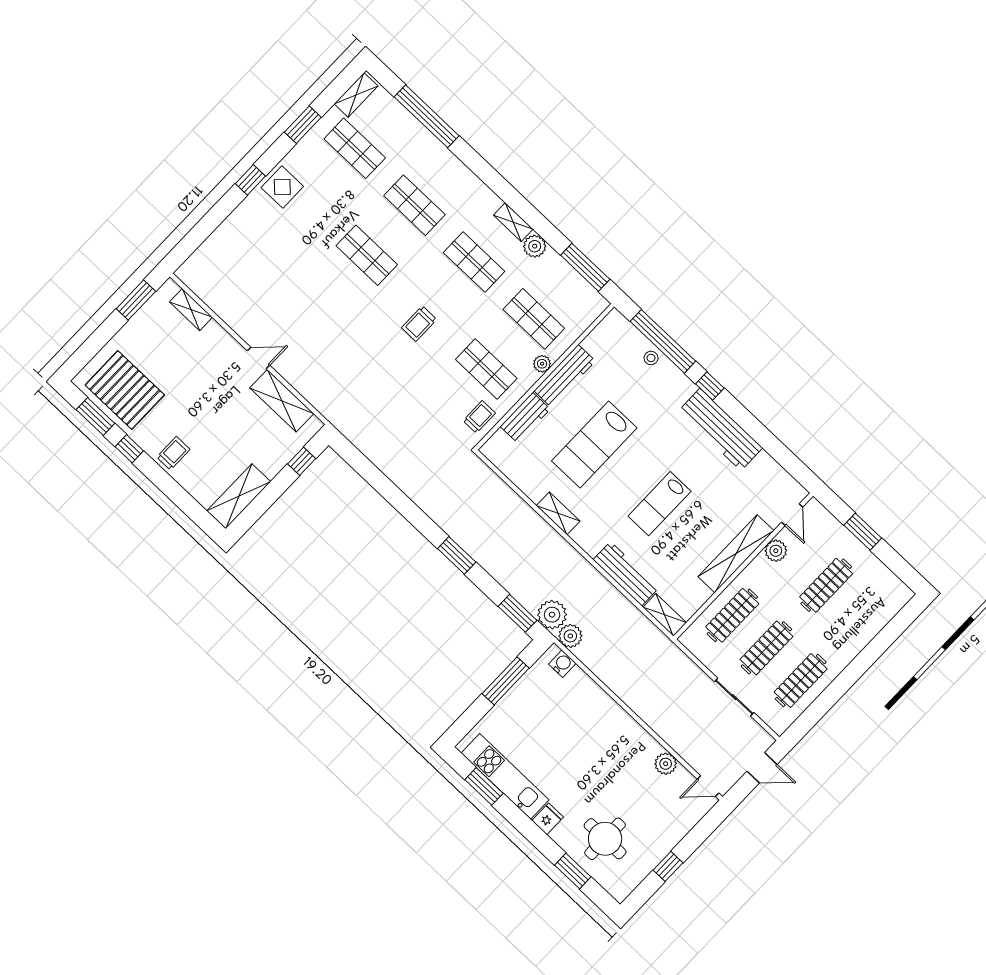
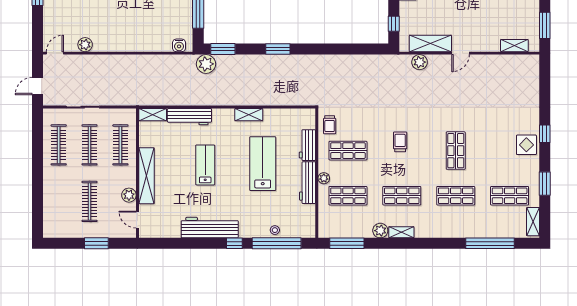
shop shelf: (367, 255) -> (456, 151), turned 90
plant: (570, 636) -> (420, 62), moved

